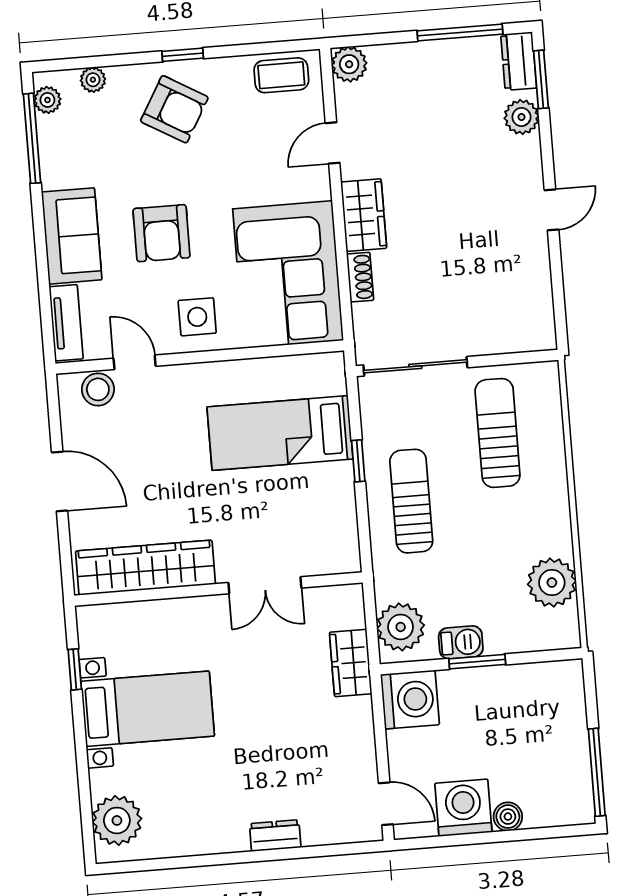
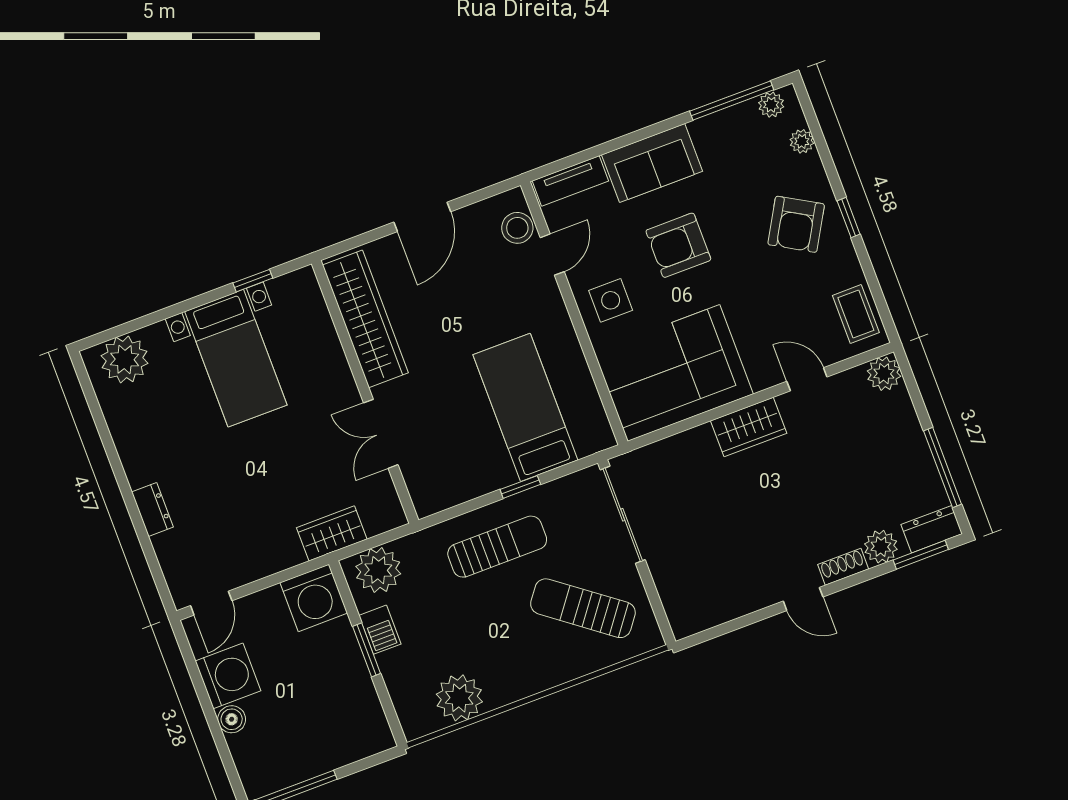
shoe rack: (360, 277) -> (843, 567), moved, turned 180
sun lounger: (498, 433) -> (583, 608), turned -143

